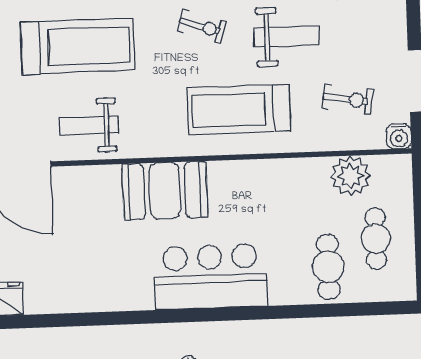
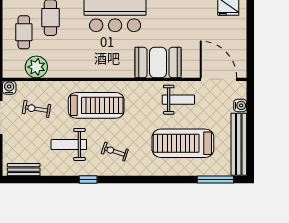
booth: (165, 191) -> (158, 63), moved

